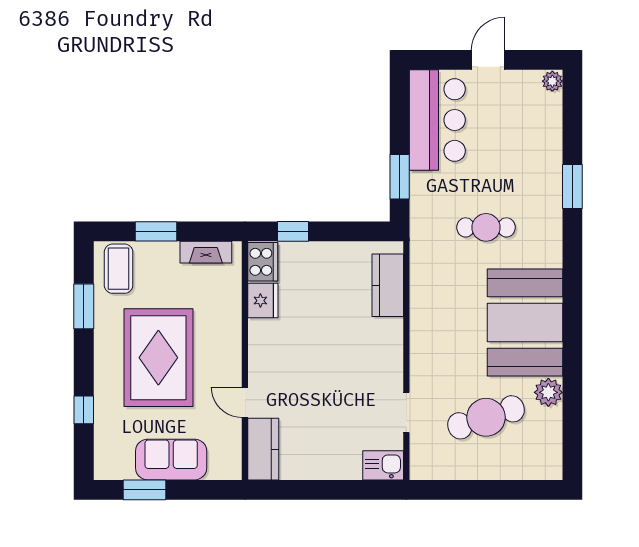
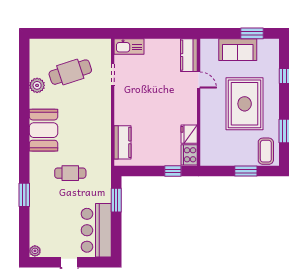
fireplace: (206, 252) -> (219, 160), removed
booth: (525, 322) -> (44, 130), width x0.73, depth x0.70
kitchen sink: (383, 465) -> (129, 46), width x1.38

